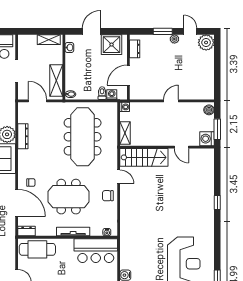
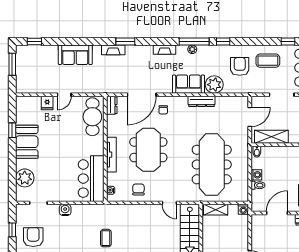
door: (128, 75) -> (277, 213), hinge flipped
washing machine: (112, 95) -> (256, 175), moved
dresser: (23, 136) -> (202, 101), moved
meeting table: (83, 137) -> (212, 165), turned 90
door: (119, 177) -> (169, 203), hinge flipped
chair: (108, 196) -> (138, 189), moved
coffee table: (152, 237) -> (106, 238), added

